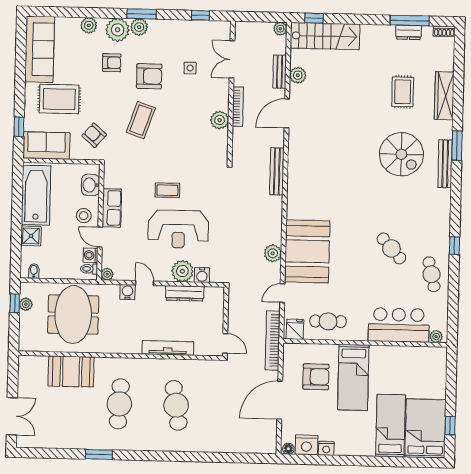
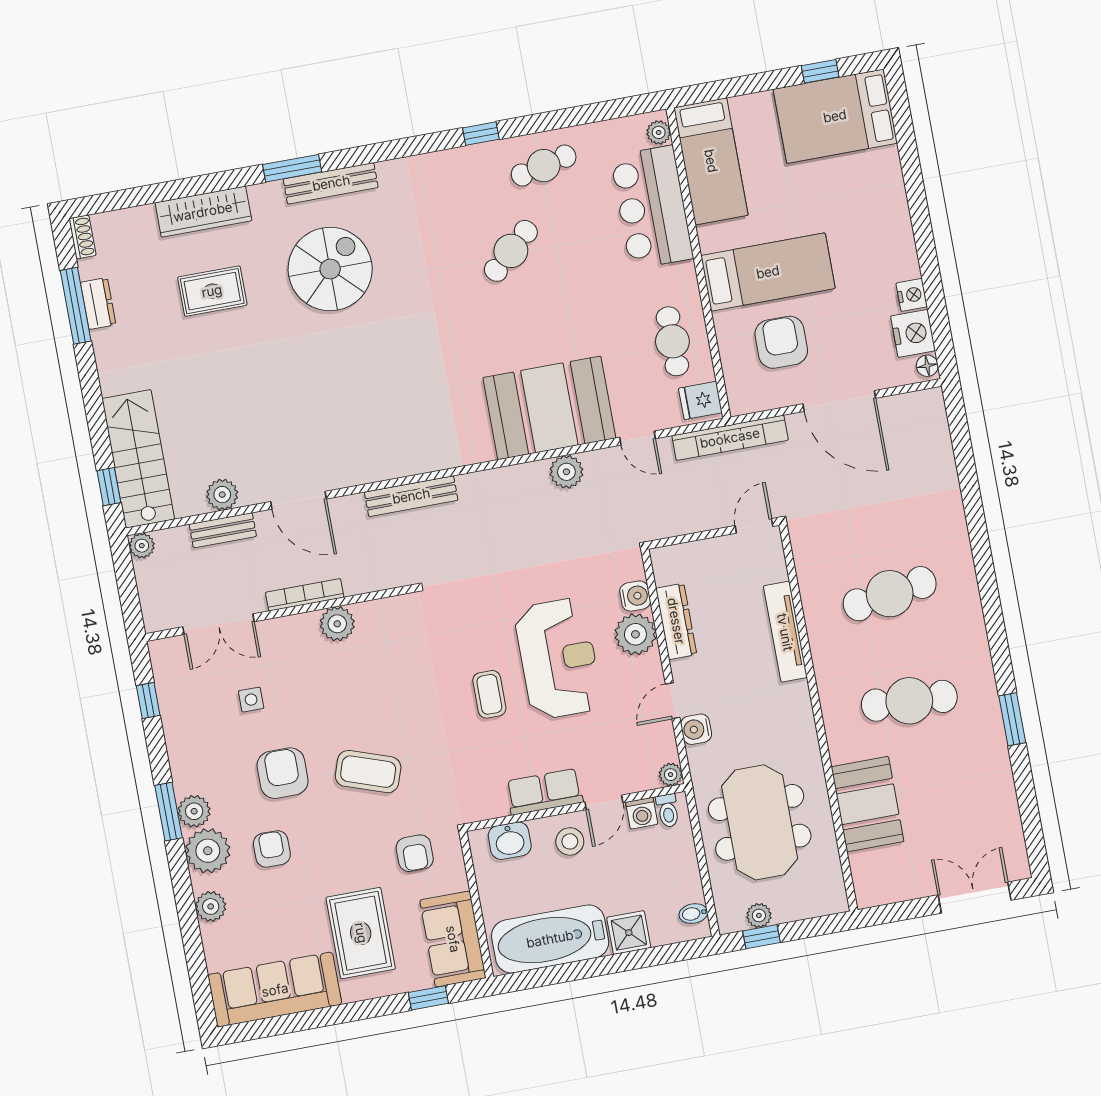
armchair: (94, 135) -> (415, 853), turned -41
meeting table: (73, 315) -> (760, 822), turned 90
bed: (391, 426) -> (711, 161), moved, turned -90

